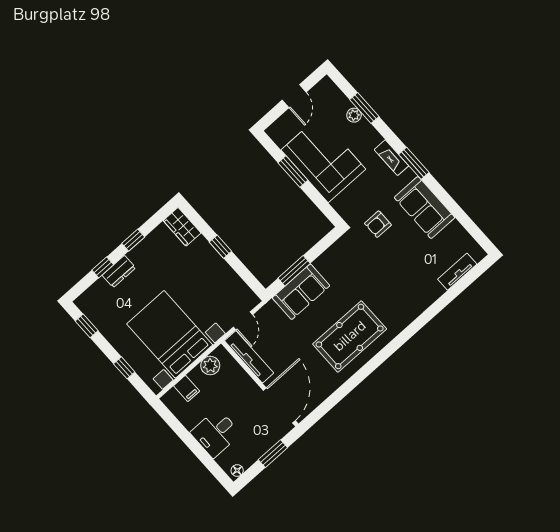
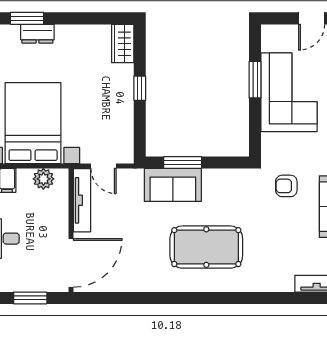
window: (133, 240) -> (73, 18), removed
window: (103, 267) -> (27, 18), width x1.50
door: (243, 321) -> (103, 166), hinge flipped
pool table: (350, 336) -> (206, 247), moved

